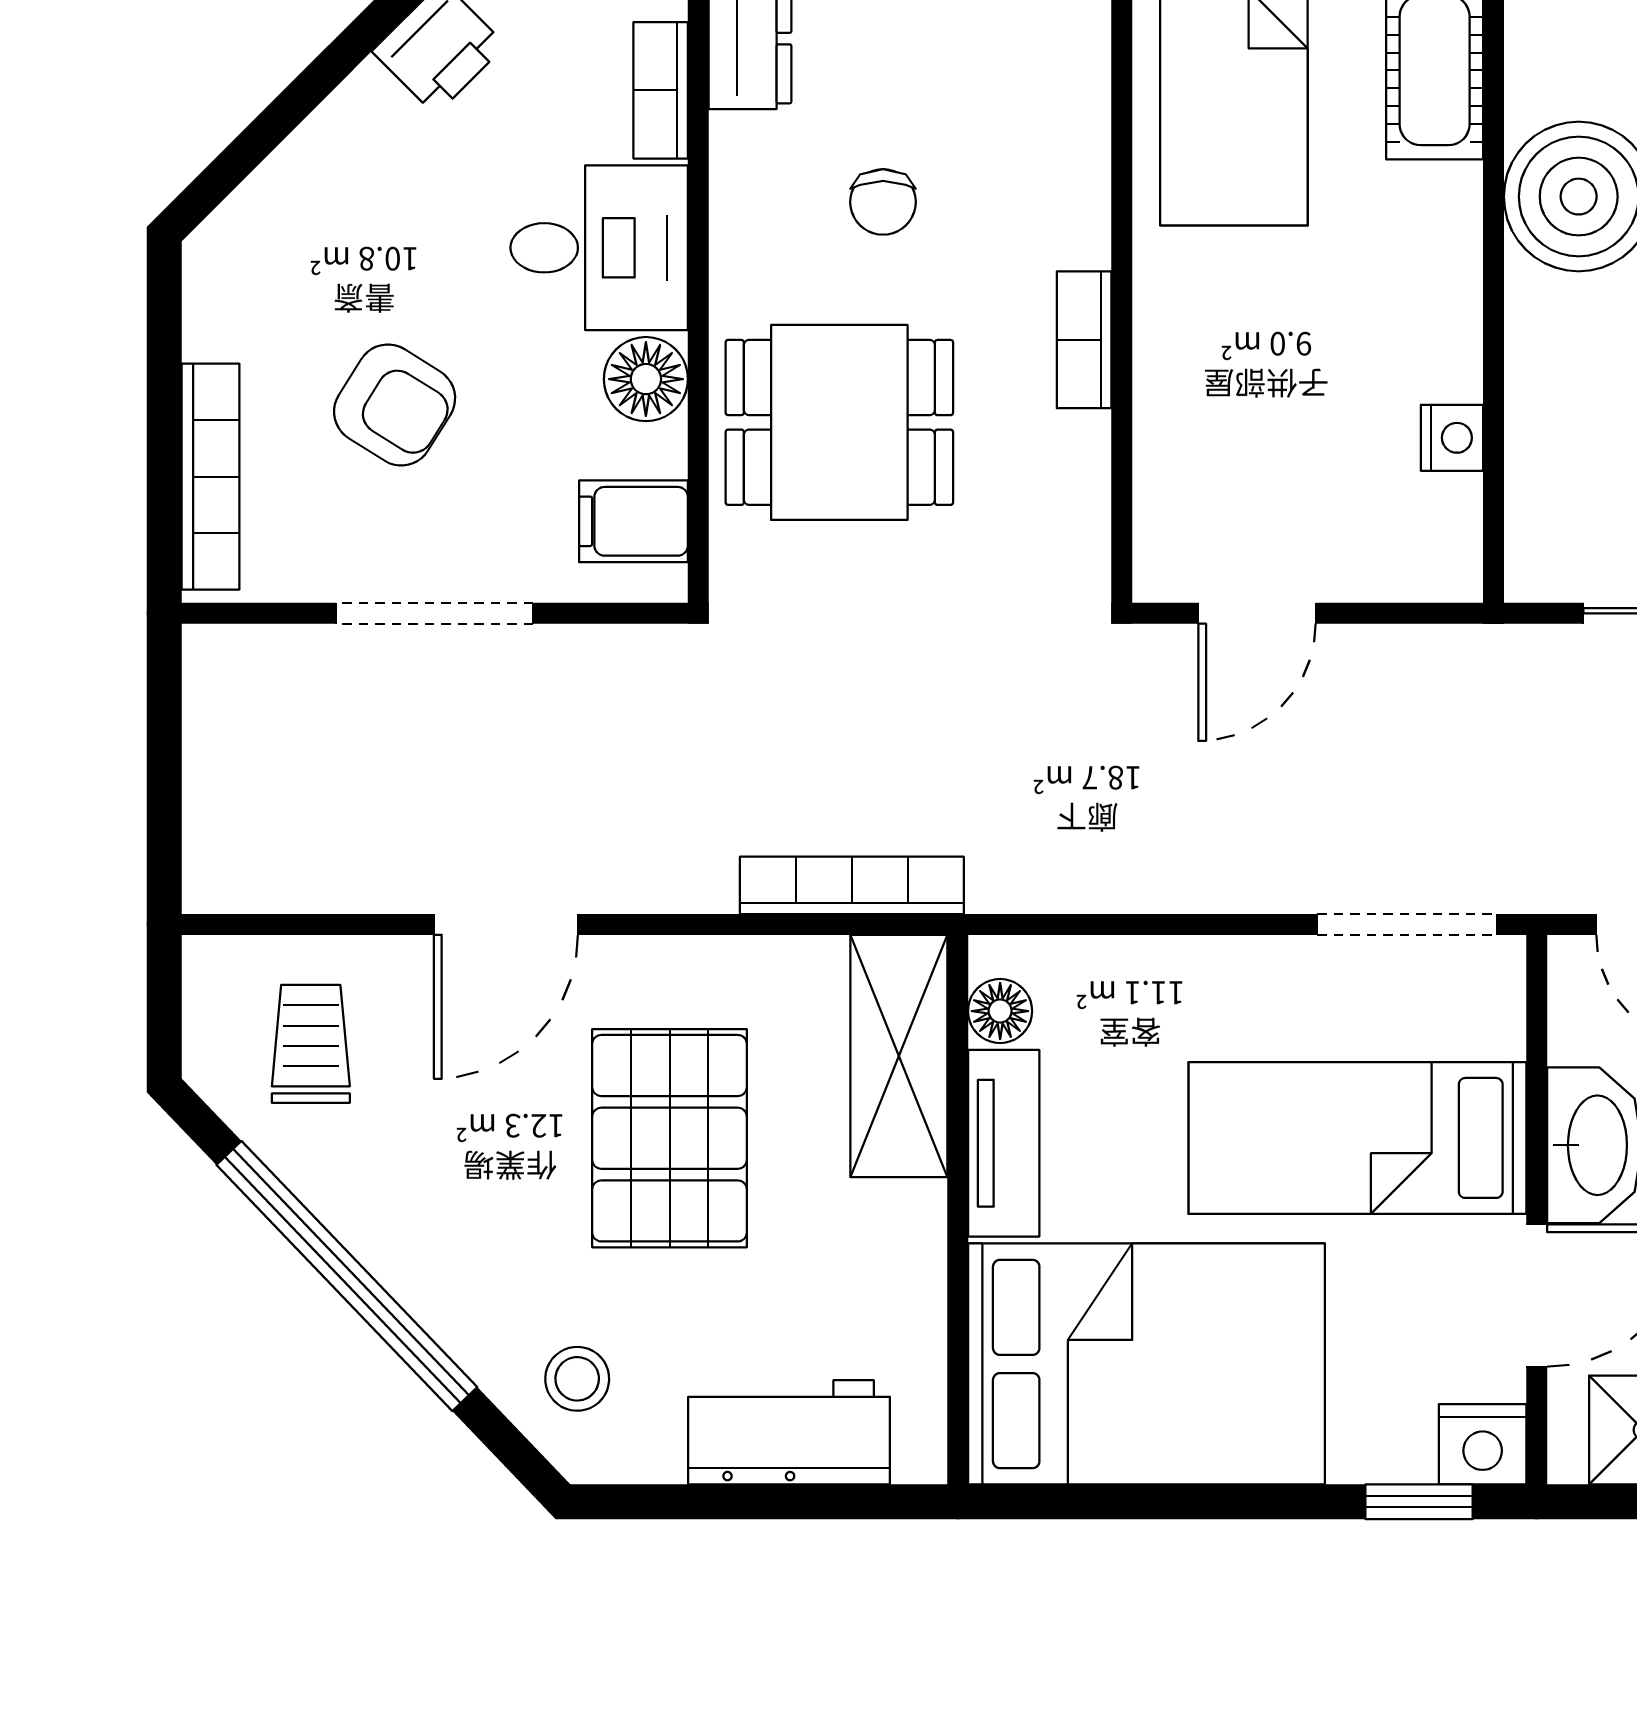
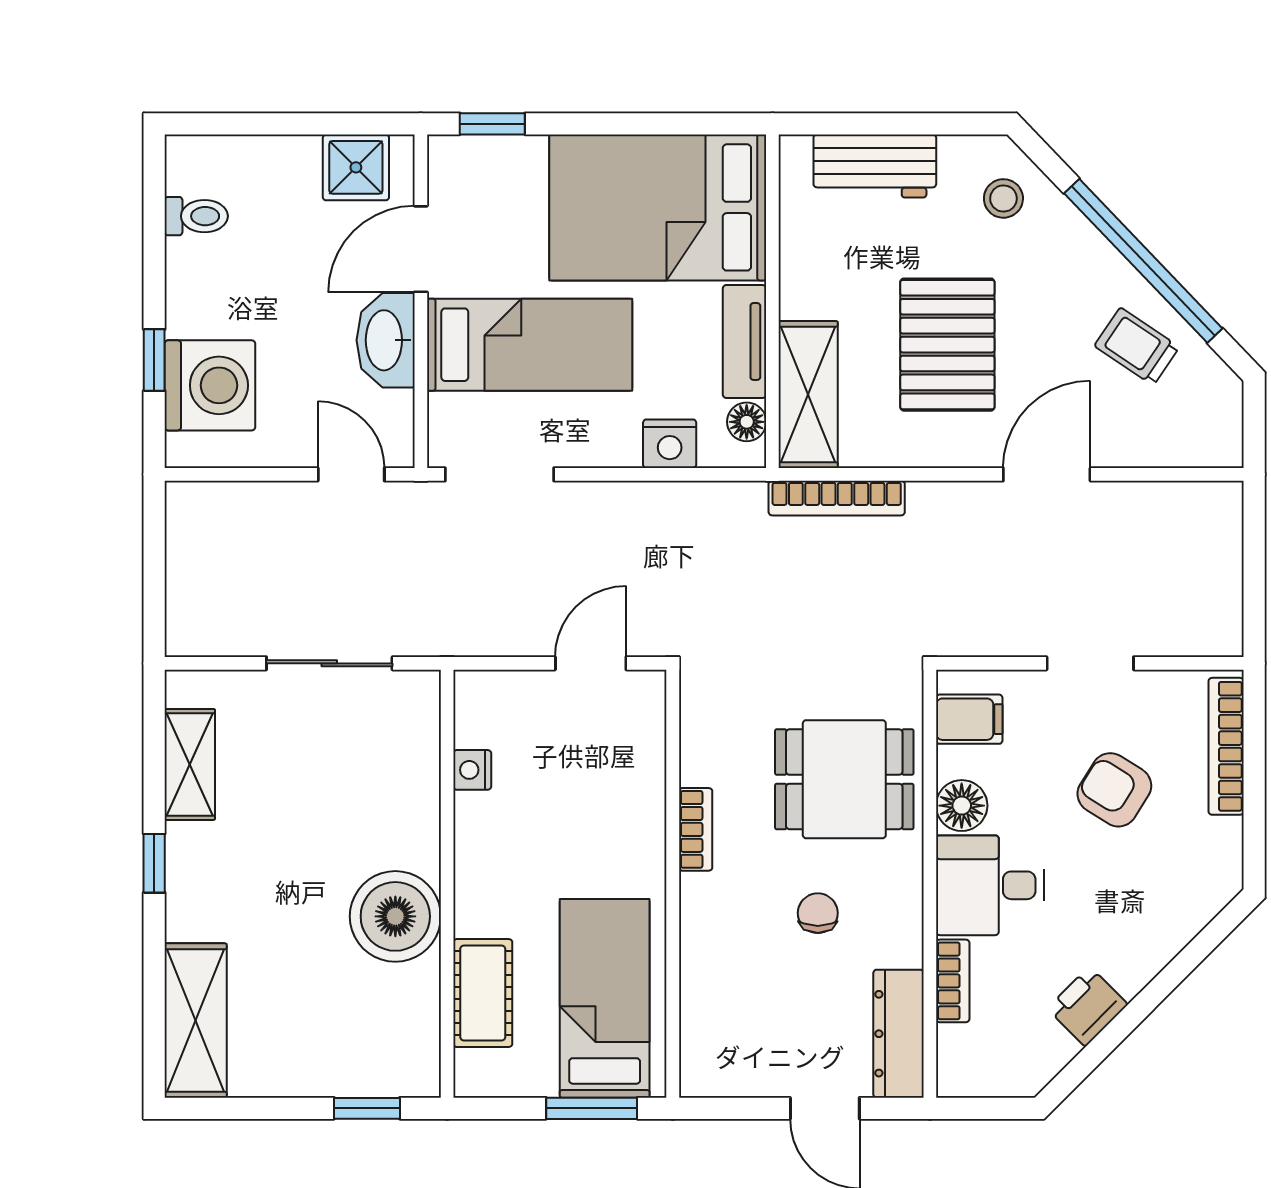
doorway: (434, 613) -> (1090, 663), width x0.73
trolley: (311, 1044) -> (1137, 346), moved, turned 124
nightstand: (1483, 1444) -> (670, 444), moved, turned 180

